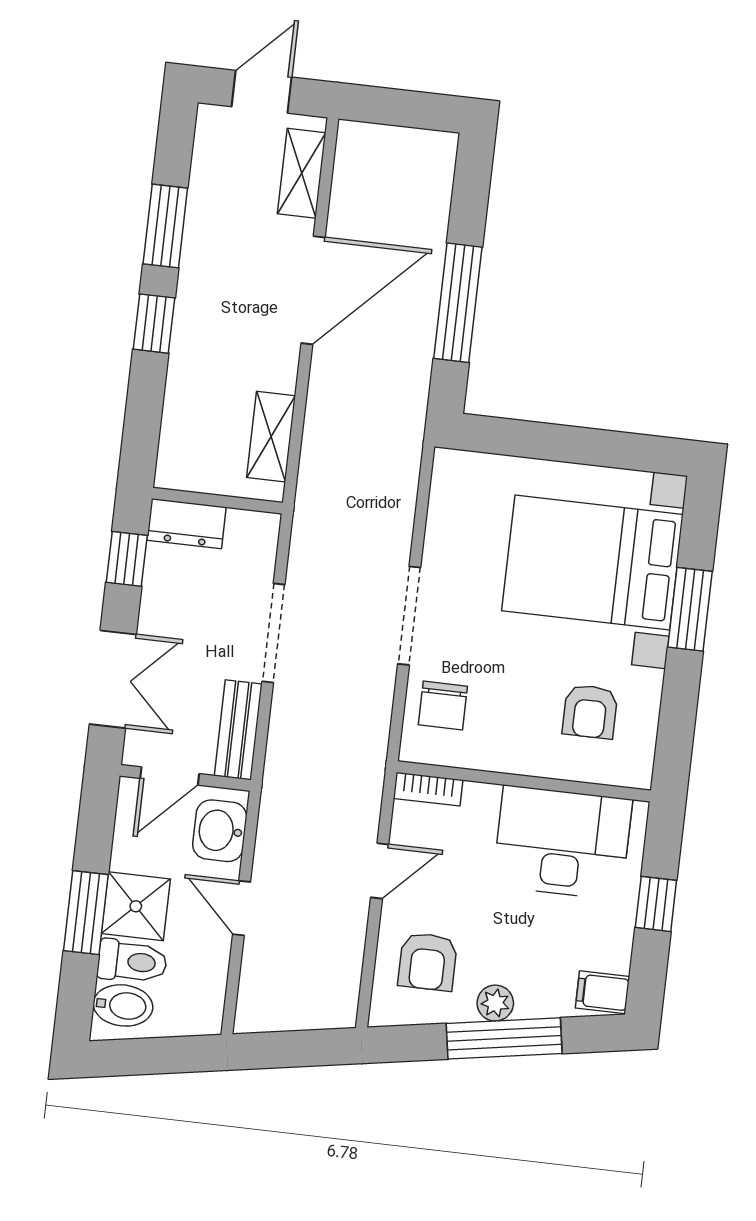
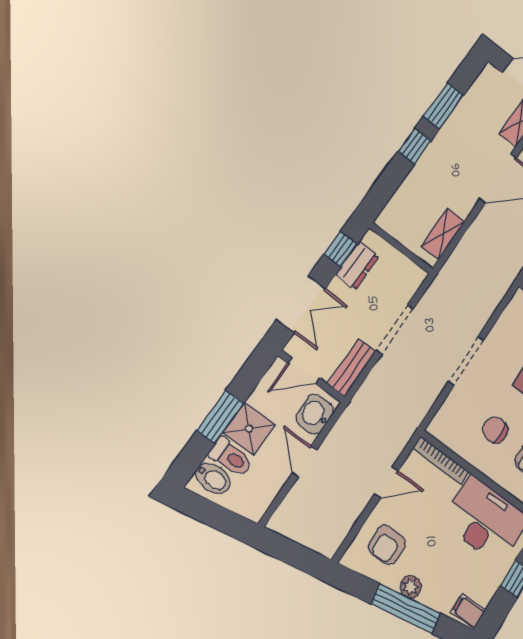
dresser: (186, 524) -> (357, 265), moved, turned -90
chair: (443, 706) -> (495, 430), moved, turned 90
bookcase: (428, 789) -> (441, 460), width x1.56

